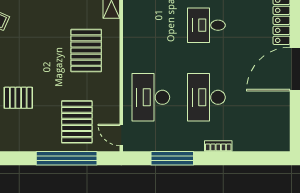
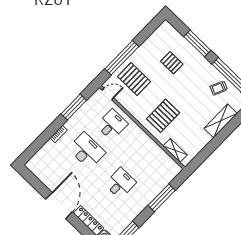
pallet: (86, 51) -> (163, 116), turned 90
desk: (151, 97) -> (112, 125), width x0.73
pallet: (18, 98) -> (172, 63), turned 90

